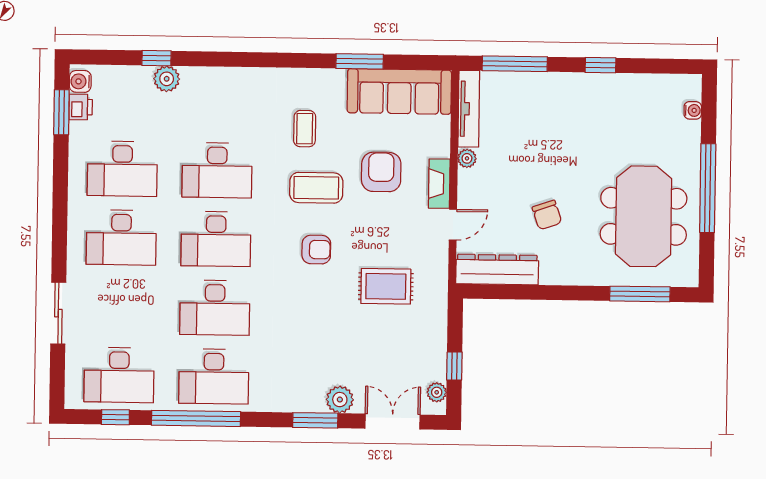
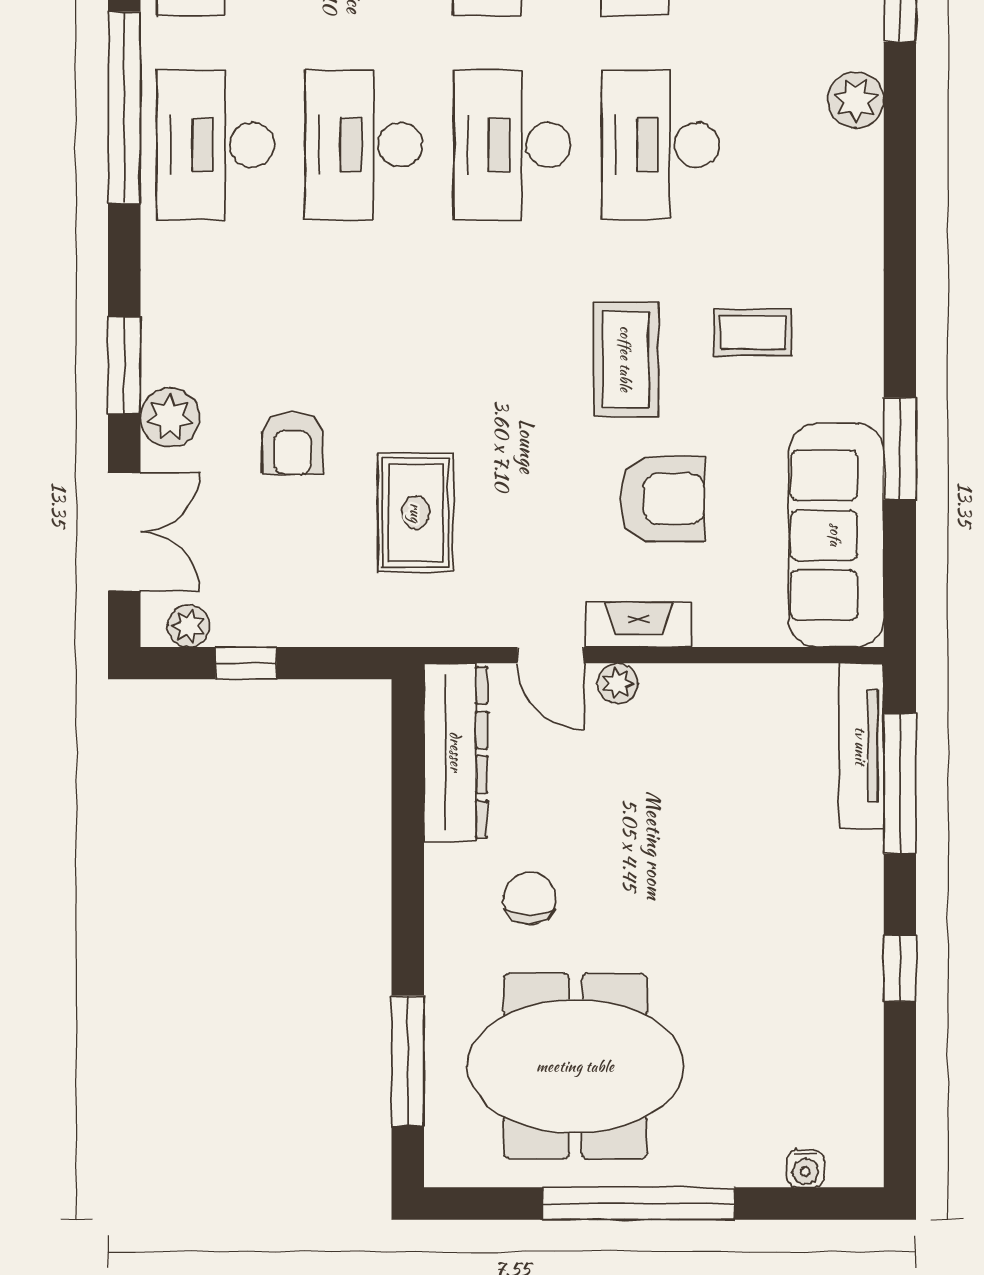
plant: (167, 79) -> (856, 100), moved
tv unit: (469, 109) -> (861, 746), moved, turned 90
plant: (467, 158) -> (617, 683), moved
chair: (547, 215) -> (530, 898), moved, turned 109
armchair: (316, 250) -> (293, 444), moved

